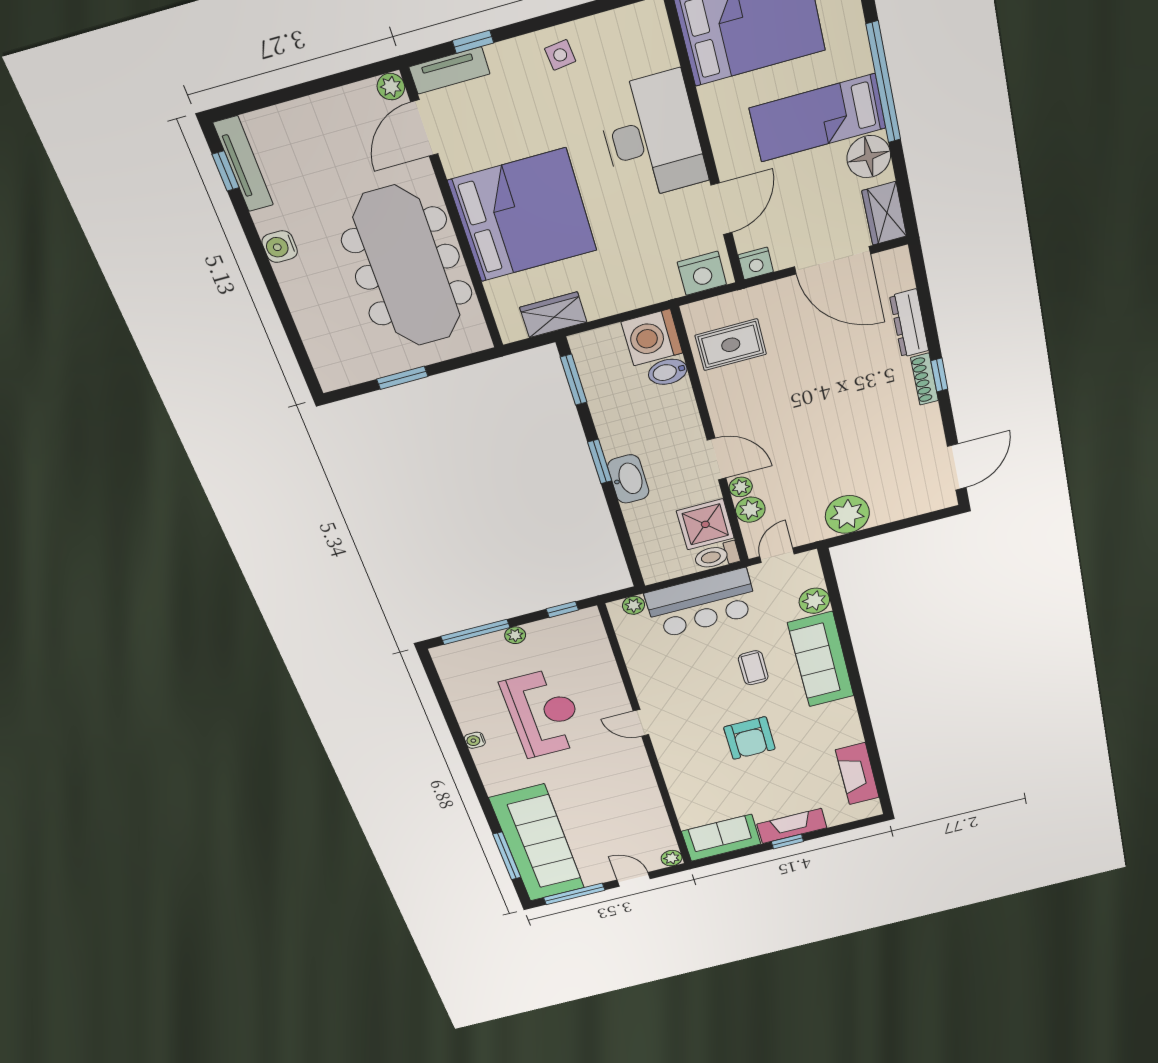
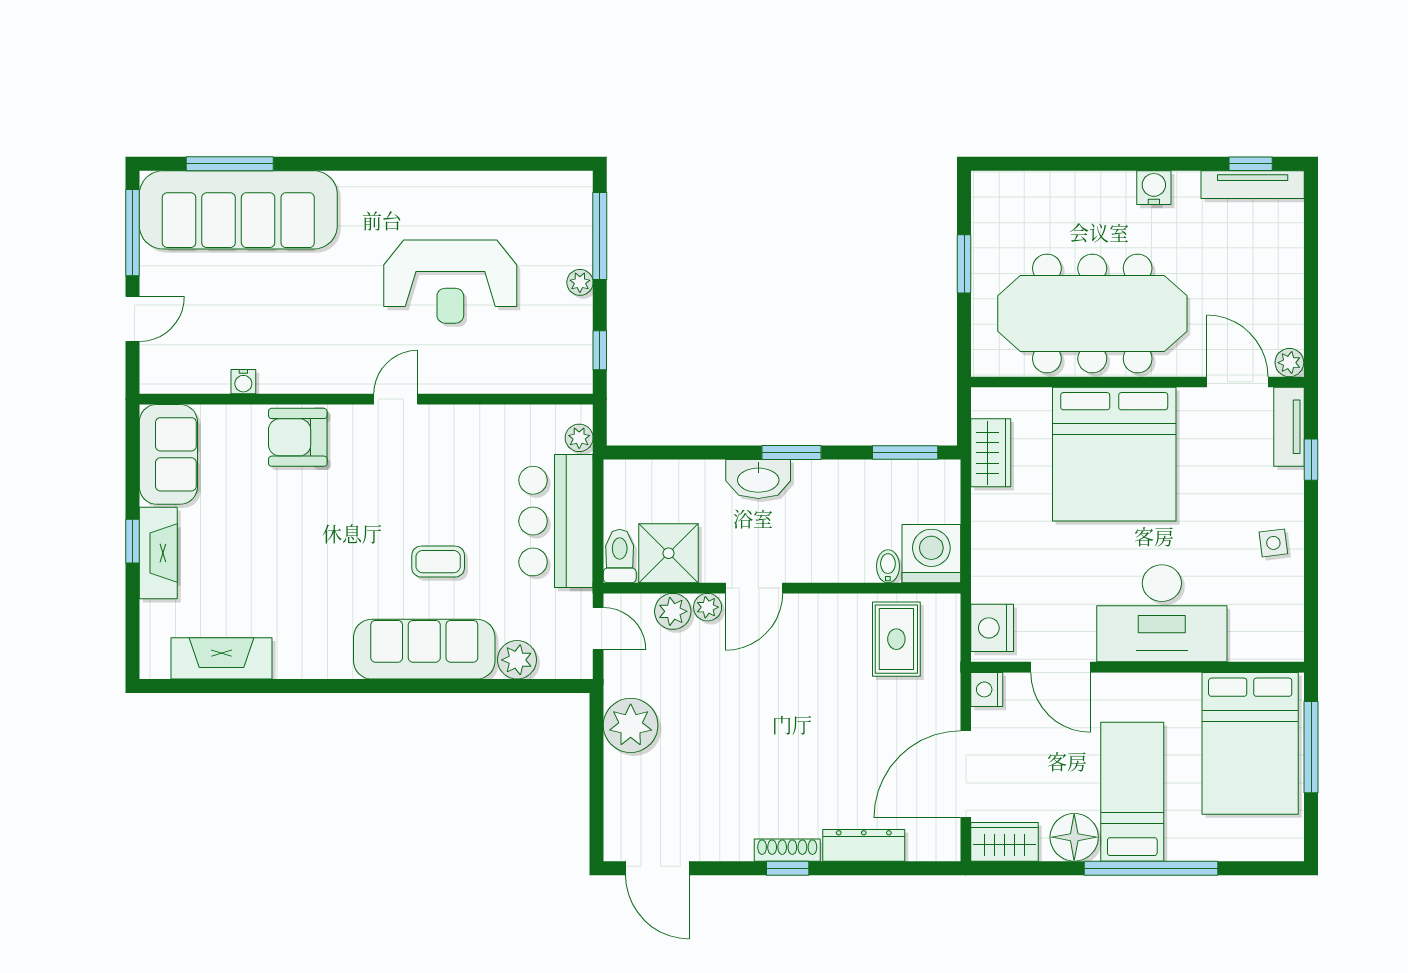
bidet: (668, 372) -> (888, 566), width x0.72, depth x0.74
armchair: (749, 738) -> (298, 437), moved
water cooler: (475, 740) -> (243, 382), moved, turned 180
plant: (672, 858) -> (154, 380), removed

